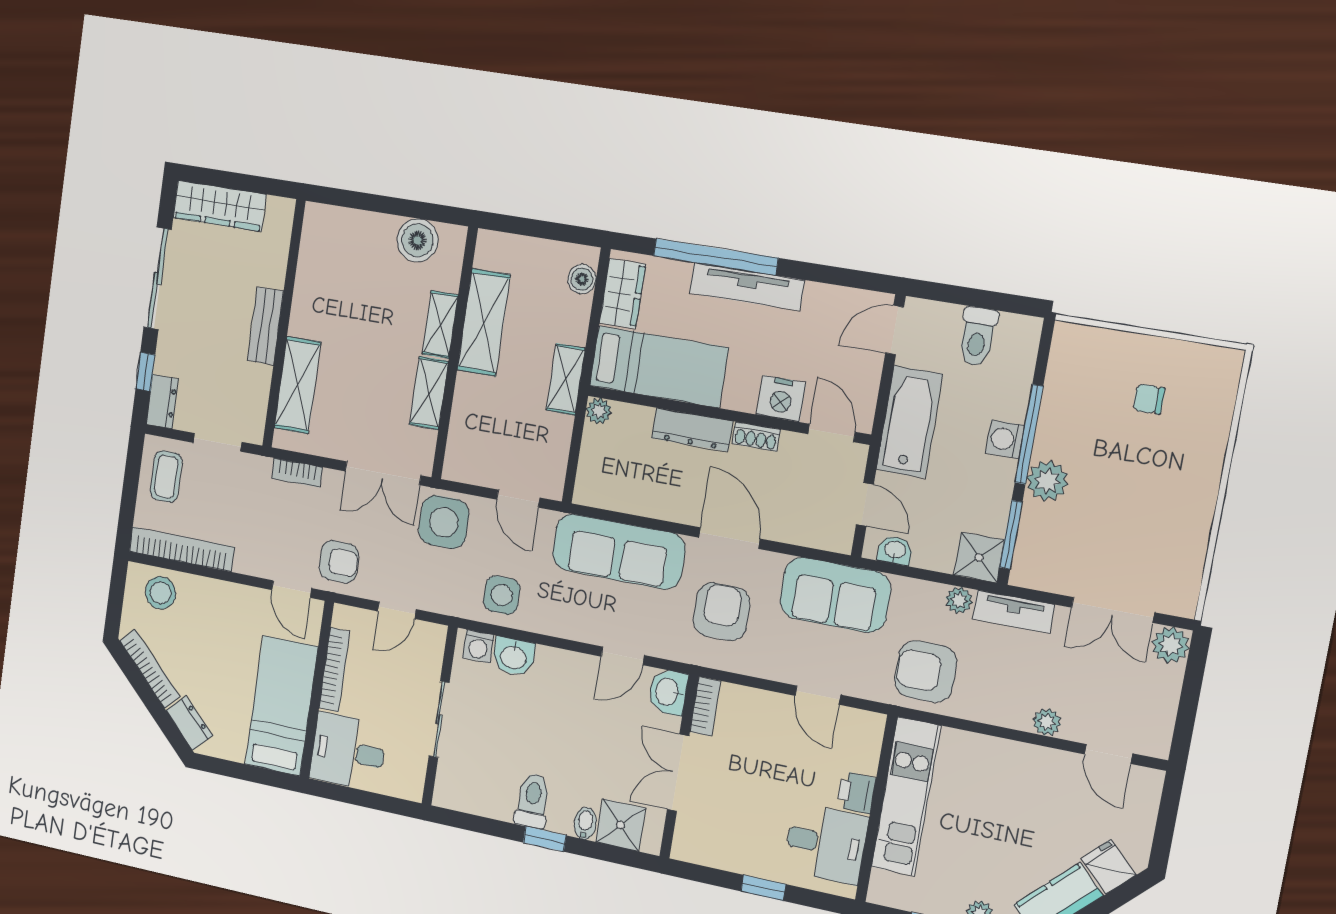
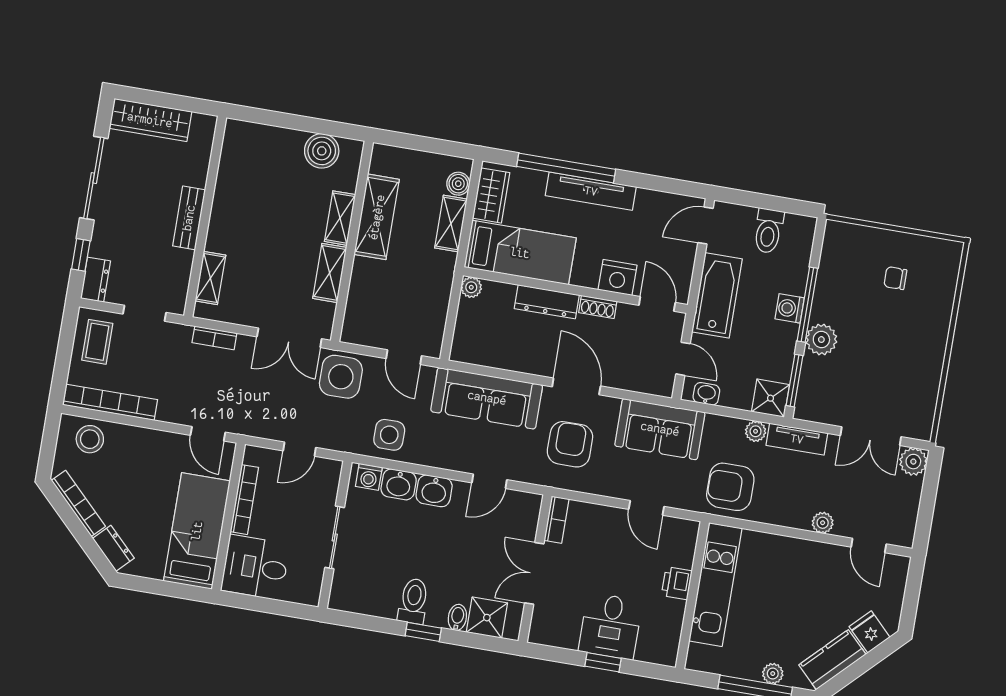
shelving: (566, 379) -> (451, 223), moved
shelving: (297, 385) -> (210, 278), width x0.67, depth x0.75
armchair: (339, 562) -> (250, 410), removed
washbasin: (668, 692) -> (434, 491), moved, turned -90
desk: (826, 844) -> (610, 626), moved, turned 90

